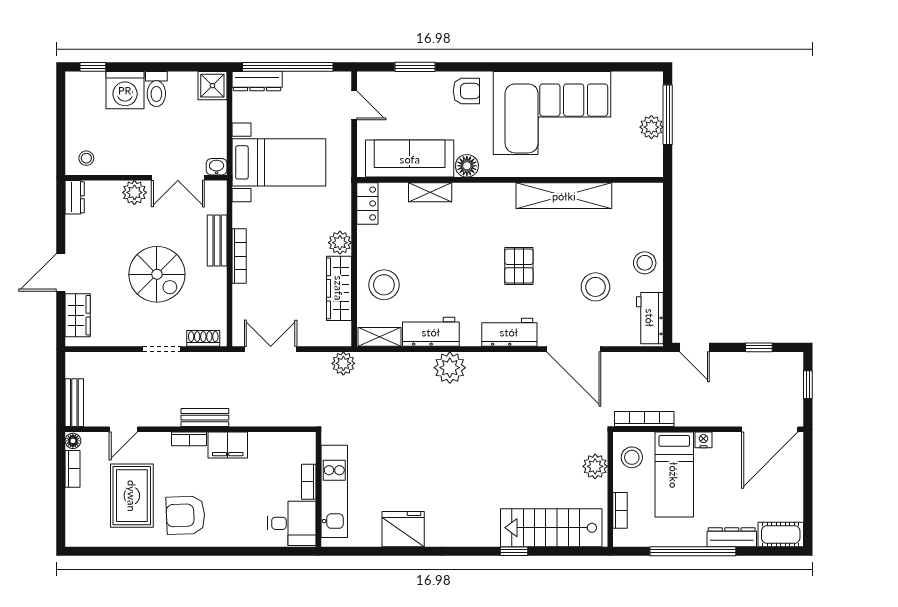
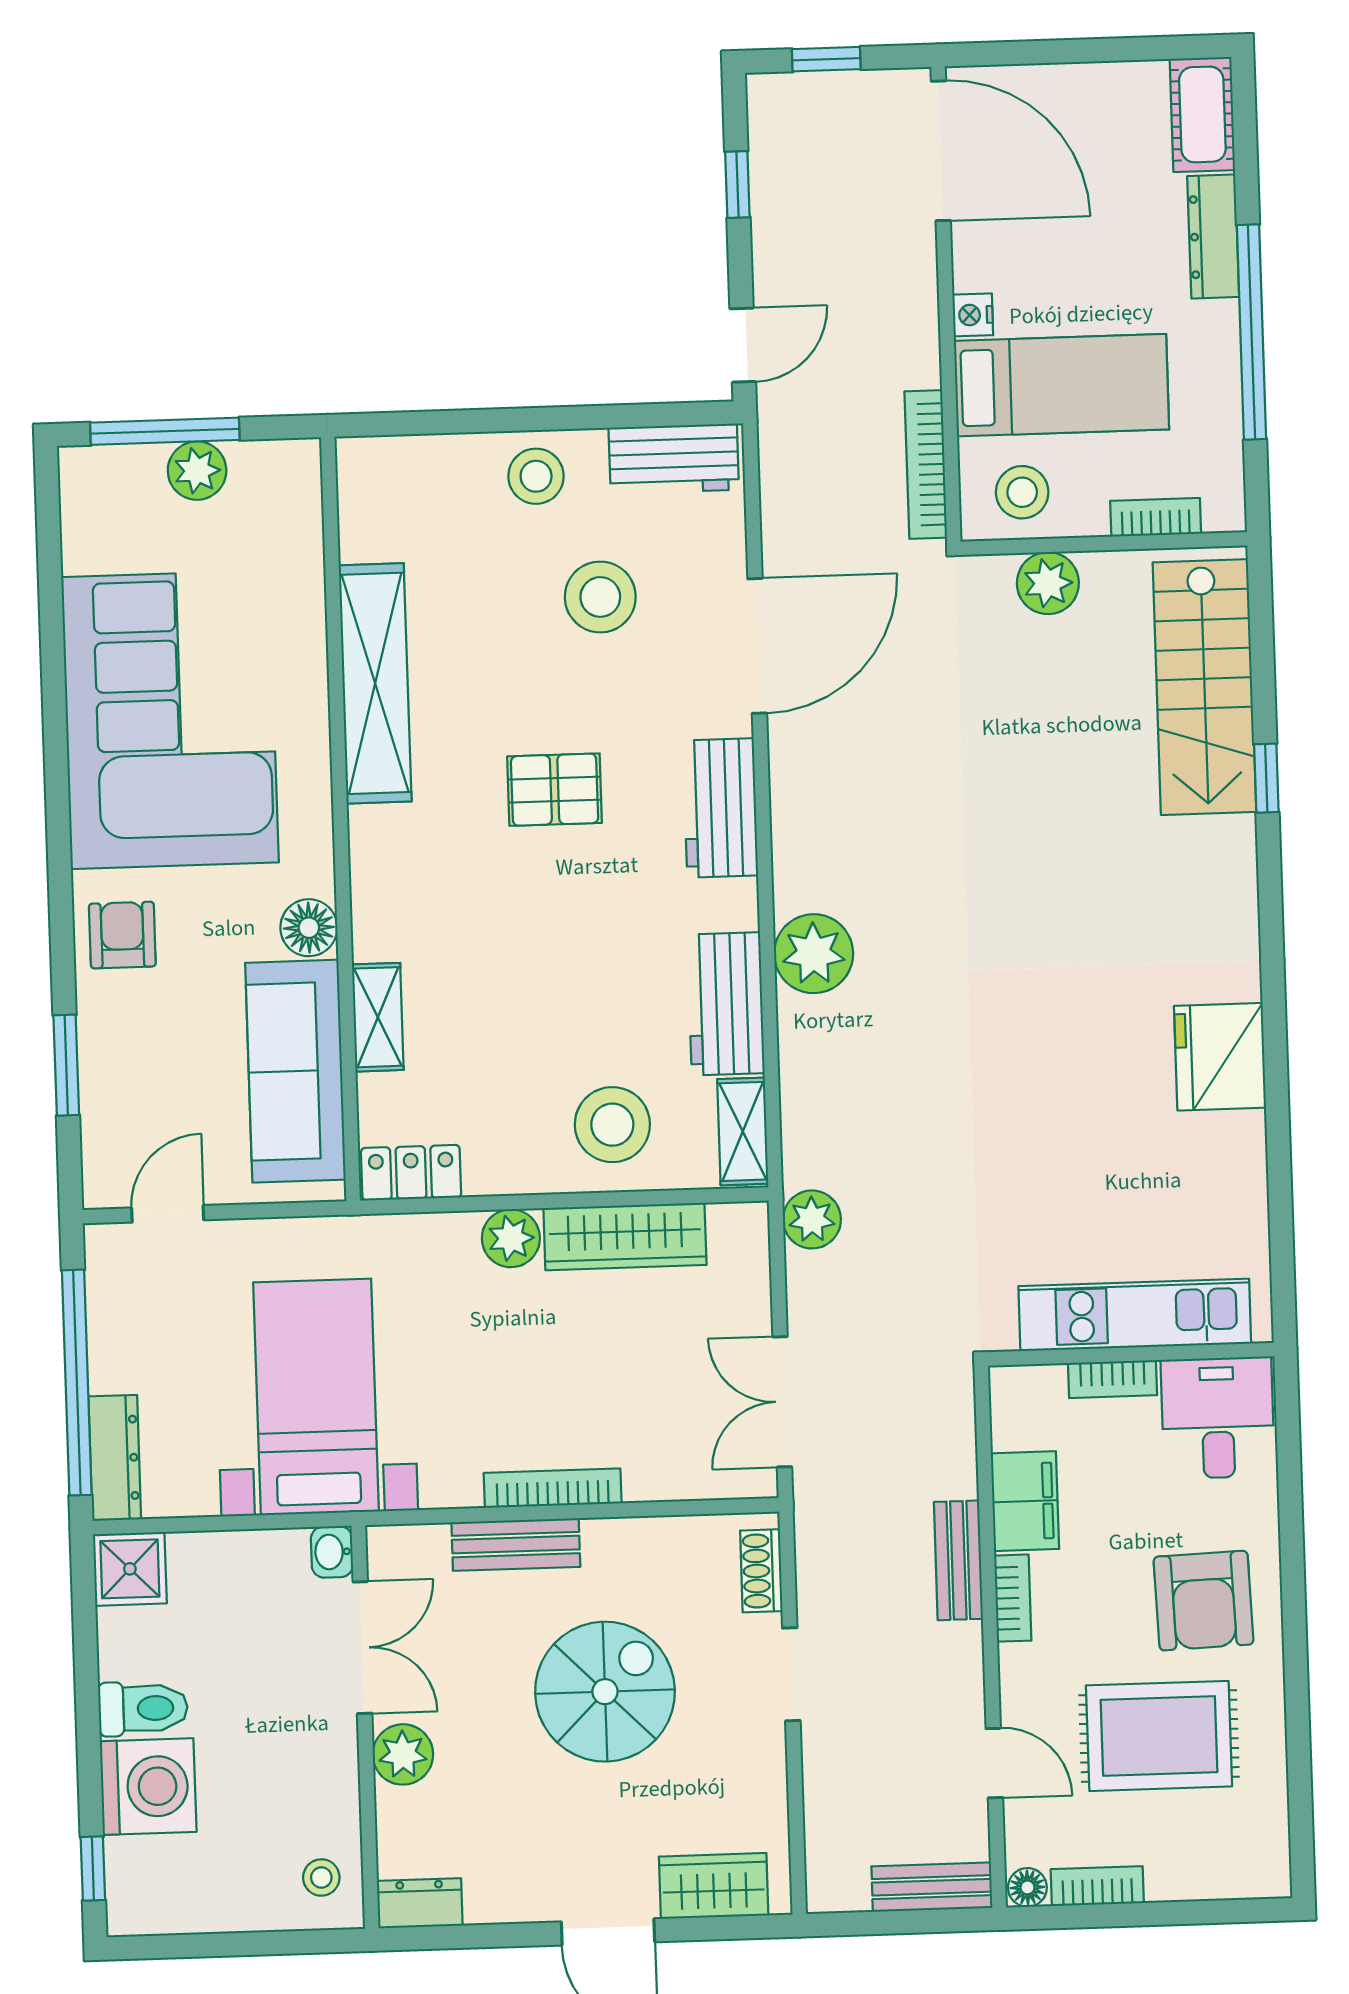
bookcase: (309, 482) -> (1112, 1379), moved
wall: (319, 489) -> (1131, 1354), moved
kitchen unit: (334, 491) -> (1135, 1315), moved
desk: (292, 523) -> (1218, 1418), moved

